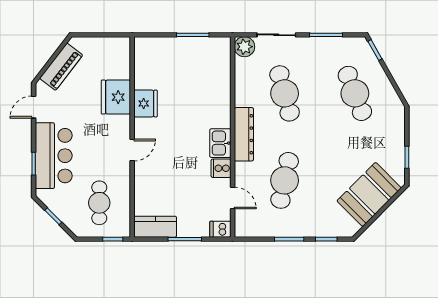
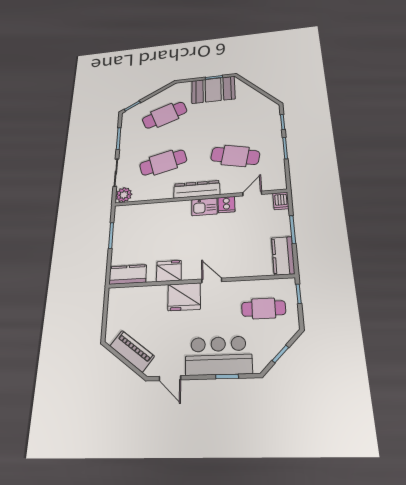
kitchen counter: (144, 57) -> (128, 275), added
fridge: (116, 97) -> (184, 297), moved
booth: (369, 194) -> (213, 90), moved, turned -45

